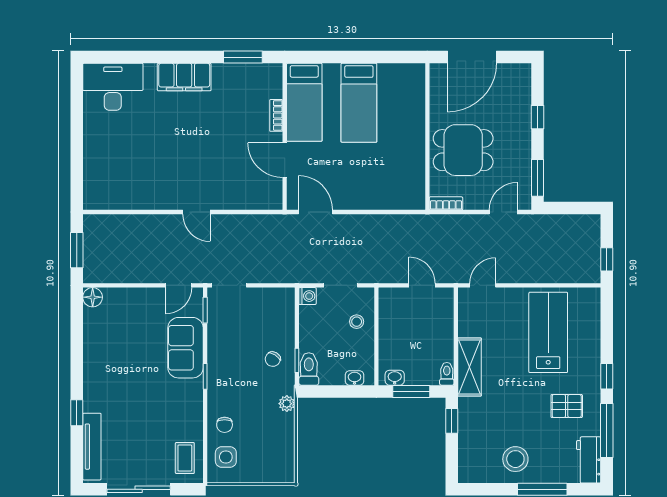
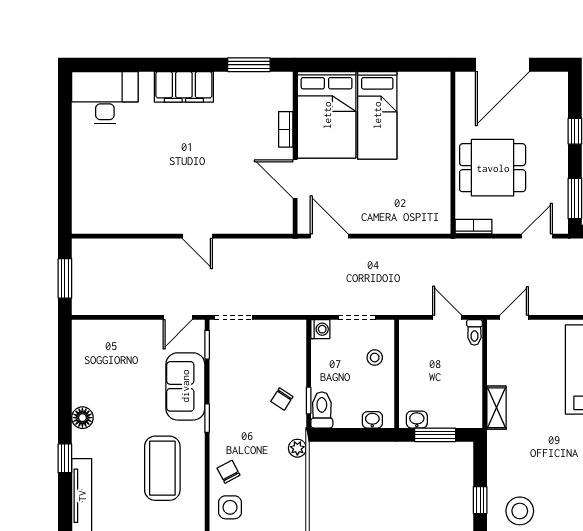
bed: (304, 102) -> (327, 115), width x1.50
floor lamp: (93, 297) -> (82, 418), moved
shelving: (470, 367) -> (496, 408), width x0.67, depth x0.75
toilet: (447, 374) -> (474, 332), moved, turned 180
window: (452, 421) -> (480, 500), moved
chair: (225, 425) -> (229, 472), turned 152
coffee table: (185, 458) -> (162, 468), moved, width x1.86, depth x1.72
stool: (515, 459) -> (520, 511), moved

